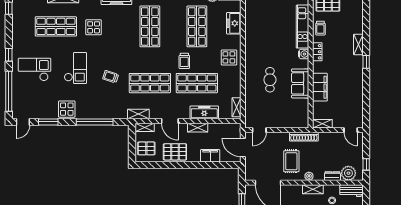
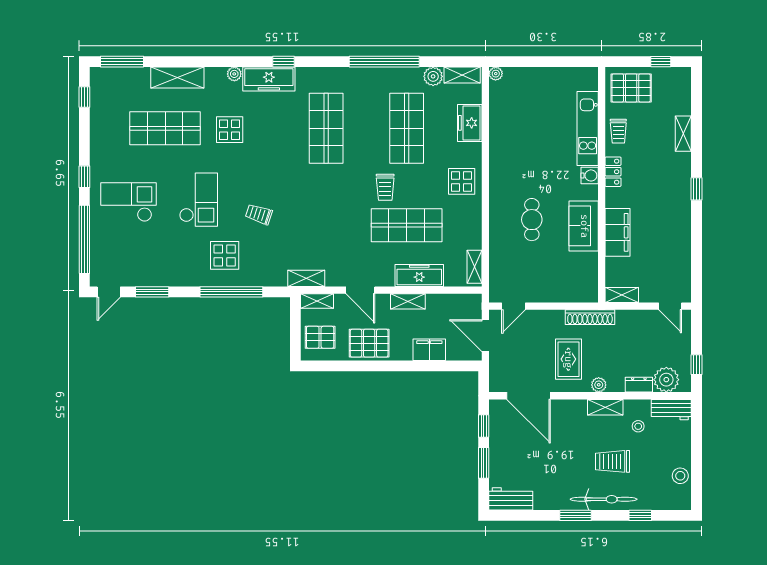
shelving: (358, 44) -> (683, 134), moved
shop shelf: (150, 83) -> (326, 225), removed
display table: (67, 109) -> (225, 255), moved

